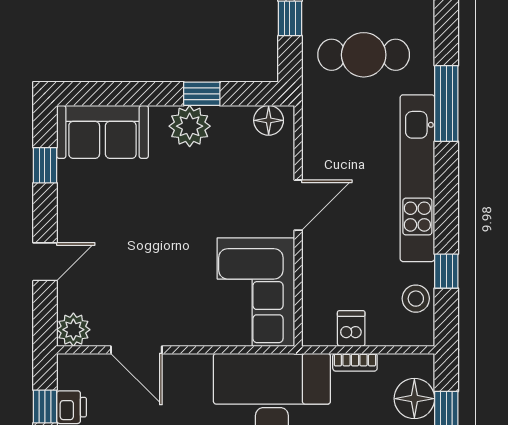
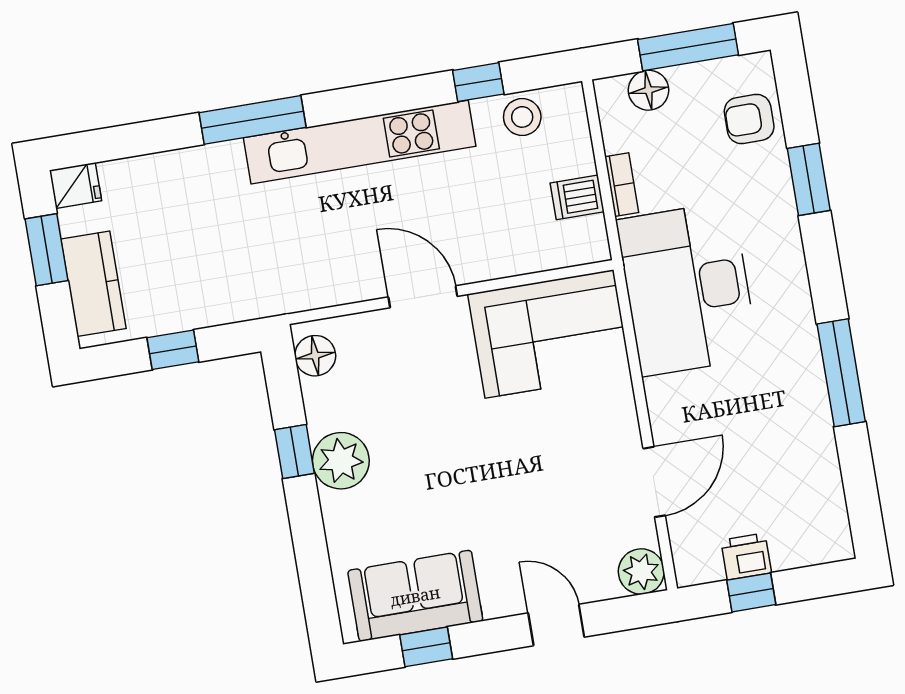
cafe table: (364, 55) -> (205, 242), removed
sofa: (102, 132) -> (415, 596), moved, turned -90
floor lamp: (414, 399) -> (649, 90), width x0.73, depth x0.73

